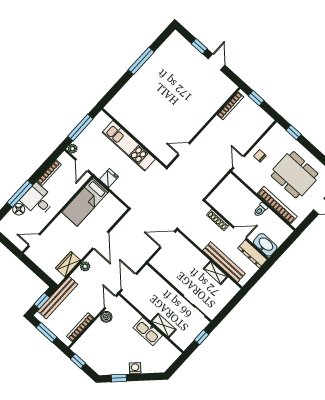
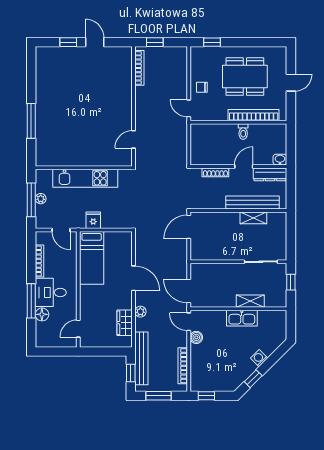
window: (141, 61) -> (31, 121), moved
plant: (73, 149) -> (41, 199), moved
washbasin: (265, 245) -> (280, 160), width x0.52, depth x0.69

